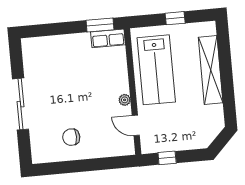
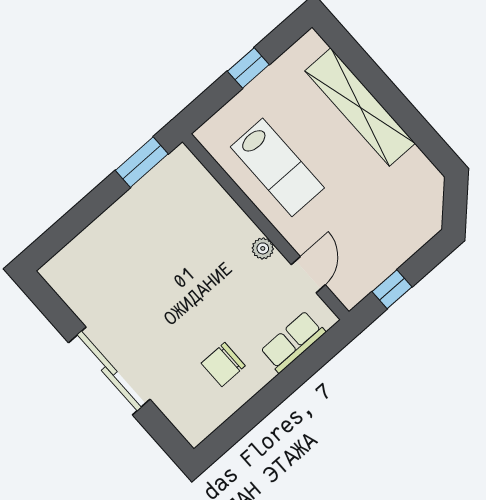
row of seats: (108, 38) -> (293, 342), moved, turned 180
lab bench: (156, 70) -> (277, 167), width x0.73, depth x0.72
door: (136, 125) -> (308, 275), swing flipped

